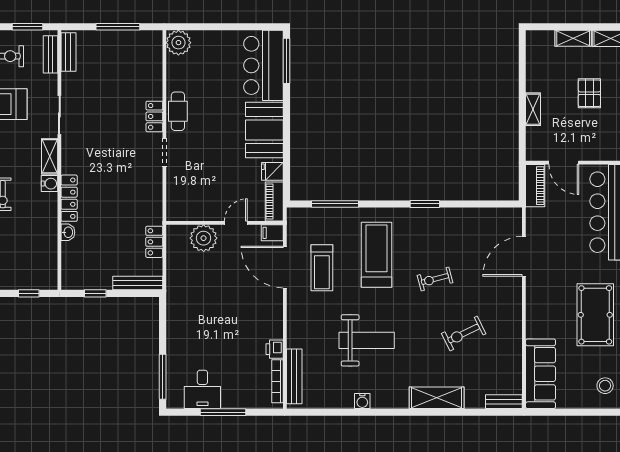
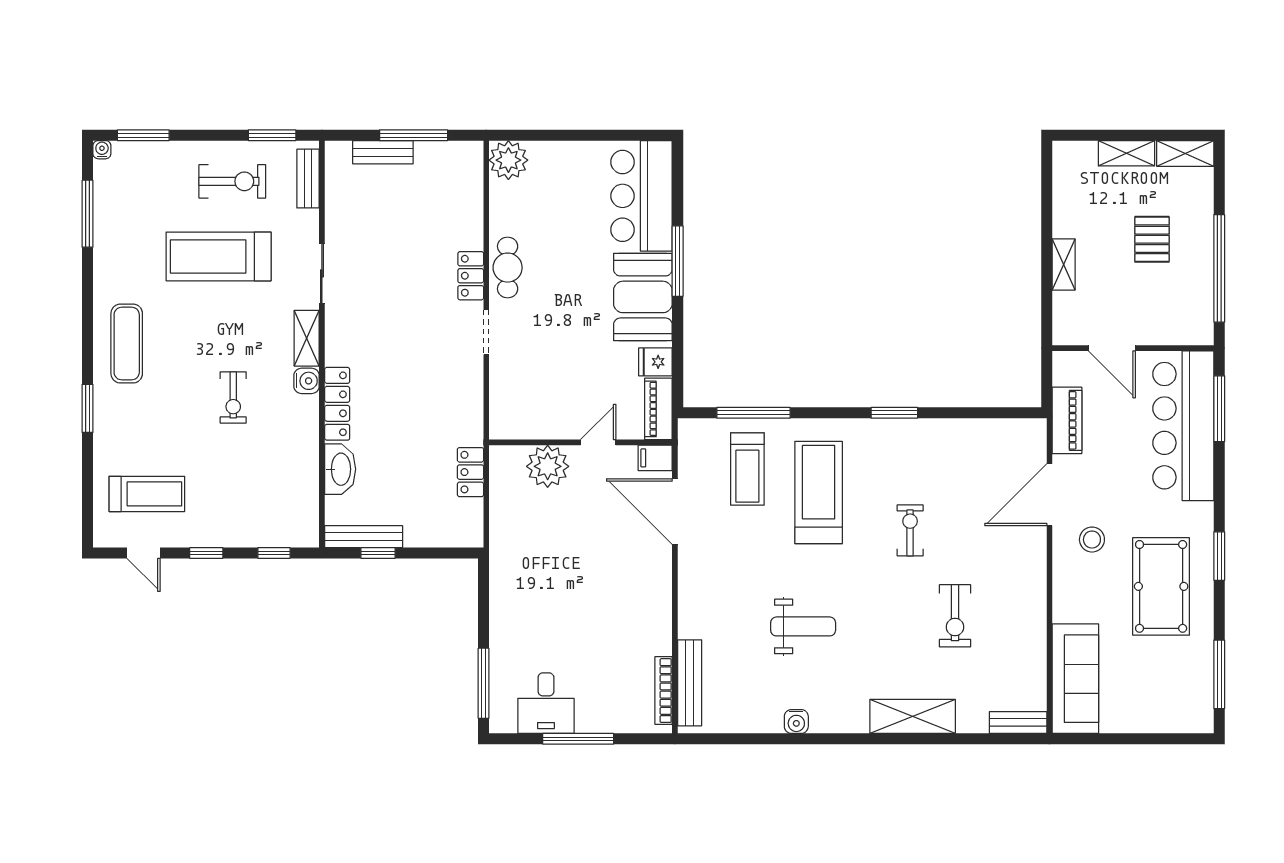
bench: (68, 52) -> (383, 152), moved, turned 90
window: (287, 61) -> (678, 261), moved
piano: (535, 186) -> (1067, 420), moved
washbasin: (68, 232) -> (340, 469), width x1.91, depth x1.45
treadmill: (322, 268) -> (747, 469), moved
exercise bike: (435, 279) -> (910, 530), turned 105
bench: (138, 283) -> (364, 537), moved
exercise bike: (464, 334) -> (955, 616), turned -64
weight bench: (367, 340) -> (803, 626), width x0.73, depth x0.75
printer: (275, 349) -> (659, 640), removed
stool: (605, 386) -> (1092, 540), moved

